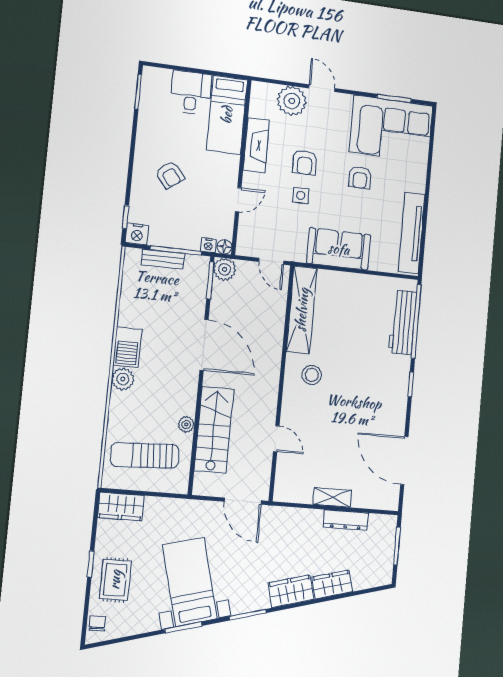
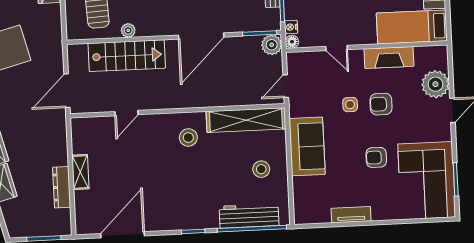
tv unit: (412, 233) -> (351, 215), width x0.52, depth x0.78
stool: (356, 302) -> (261, 169), added

